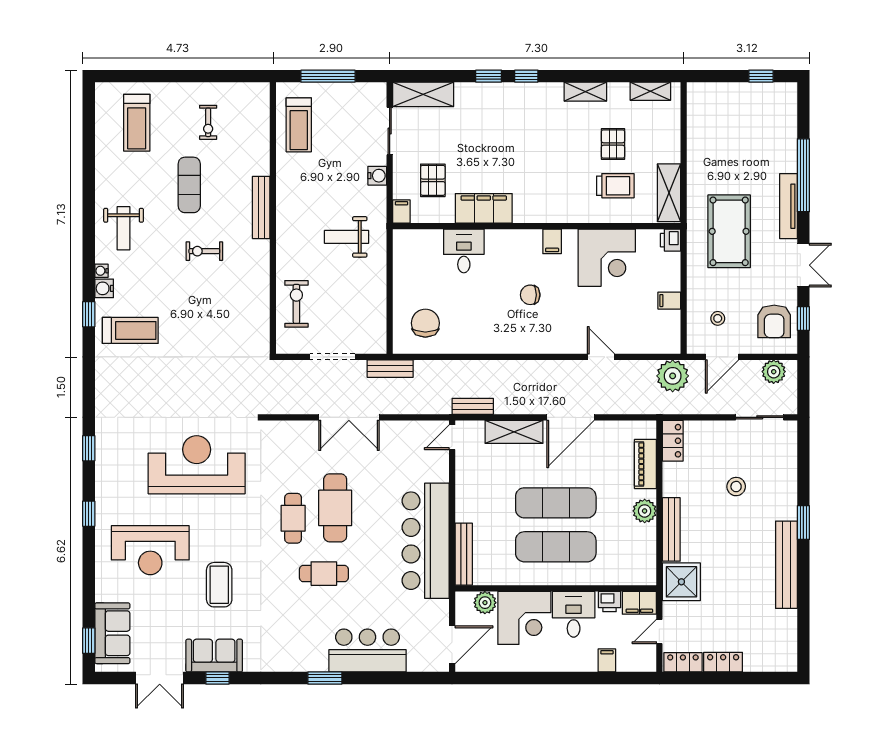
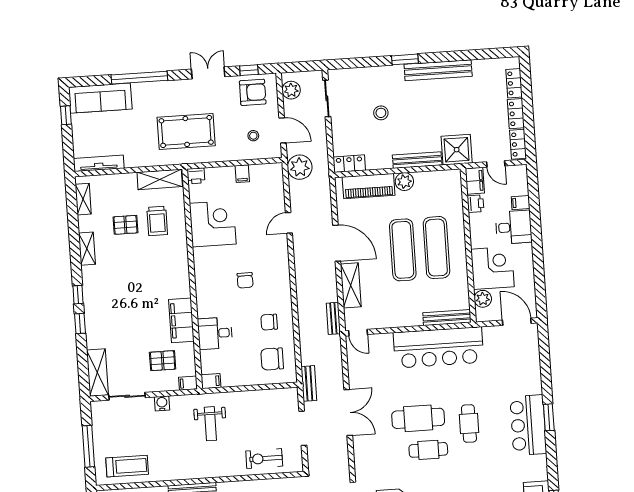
sofa: (780, 122) -> (100, 98), added
trolley: (615, 186) -> (157, 221), turned 180
tv unit: (789, 206) -> (99, 163), moved, turned 180
filing cabinet: (552, 241) -> (211, 381), moved
chair: (474, 322) -> (269, 322), added
piano: (645, 464) -> (369, 186), width x1.37, depth x1.33
desk: (574, 614) -> (514, 227), moved, turned 180
bar counter: (367, 650) -> (528, 425), moved
locker: (763, 662) -> (514, 83), added

